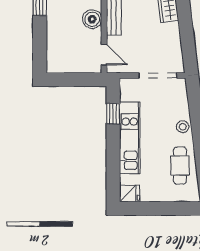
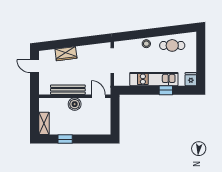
door: (104, 55) -> (98, 96), hinge flipped
window: (113, 114) -> (166, 90), moved

